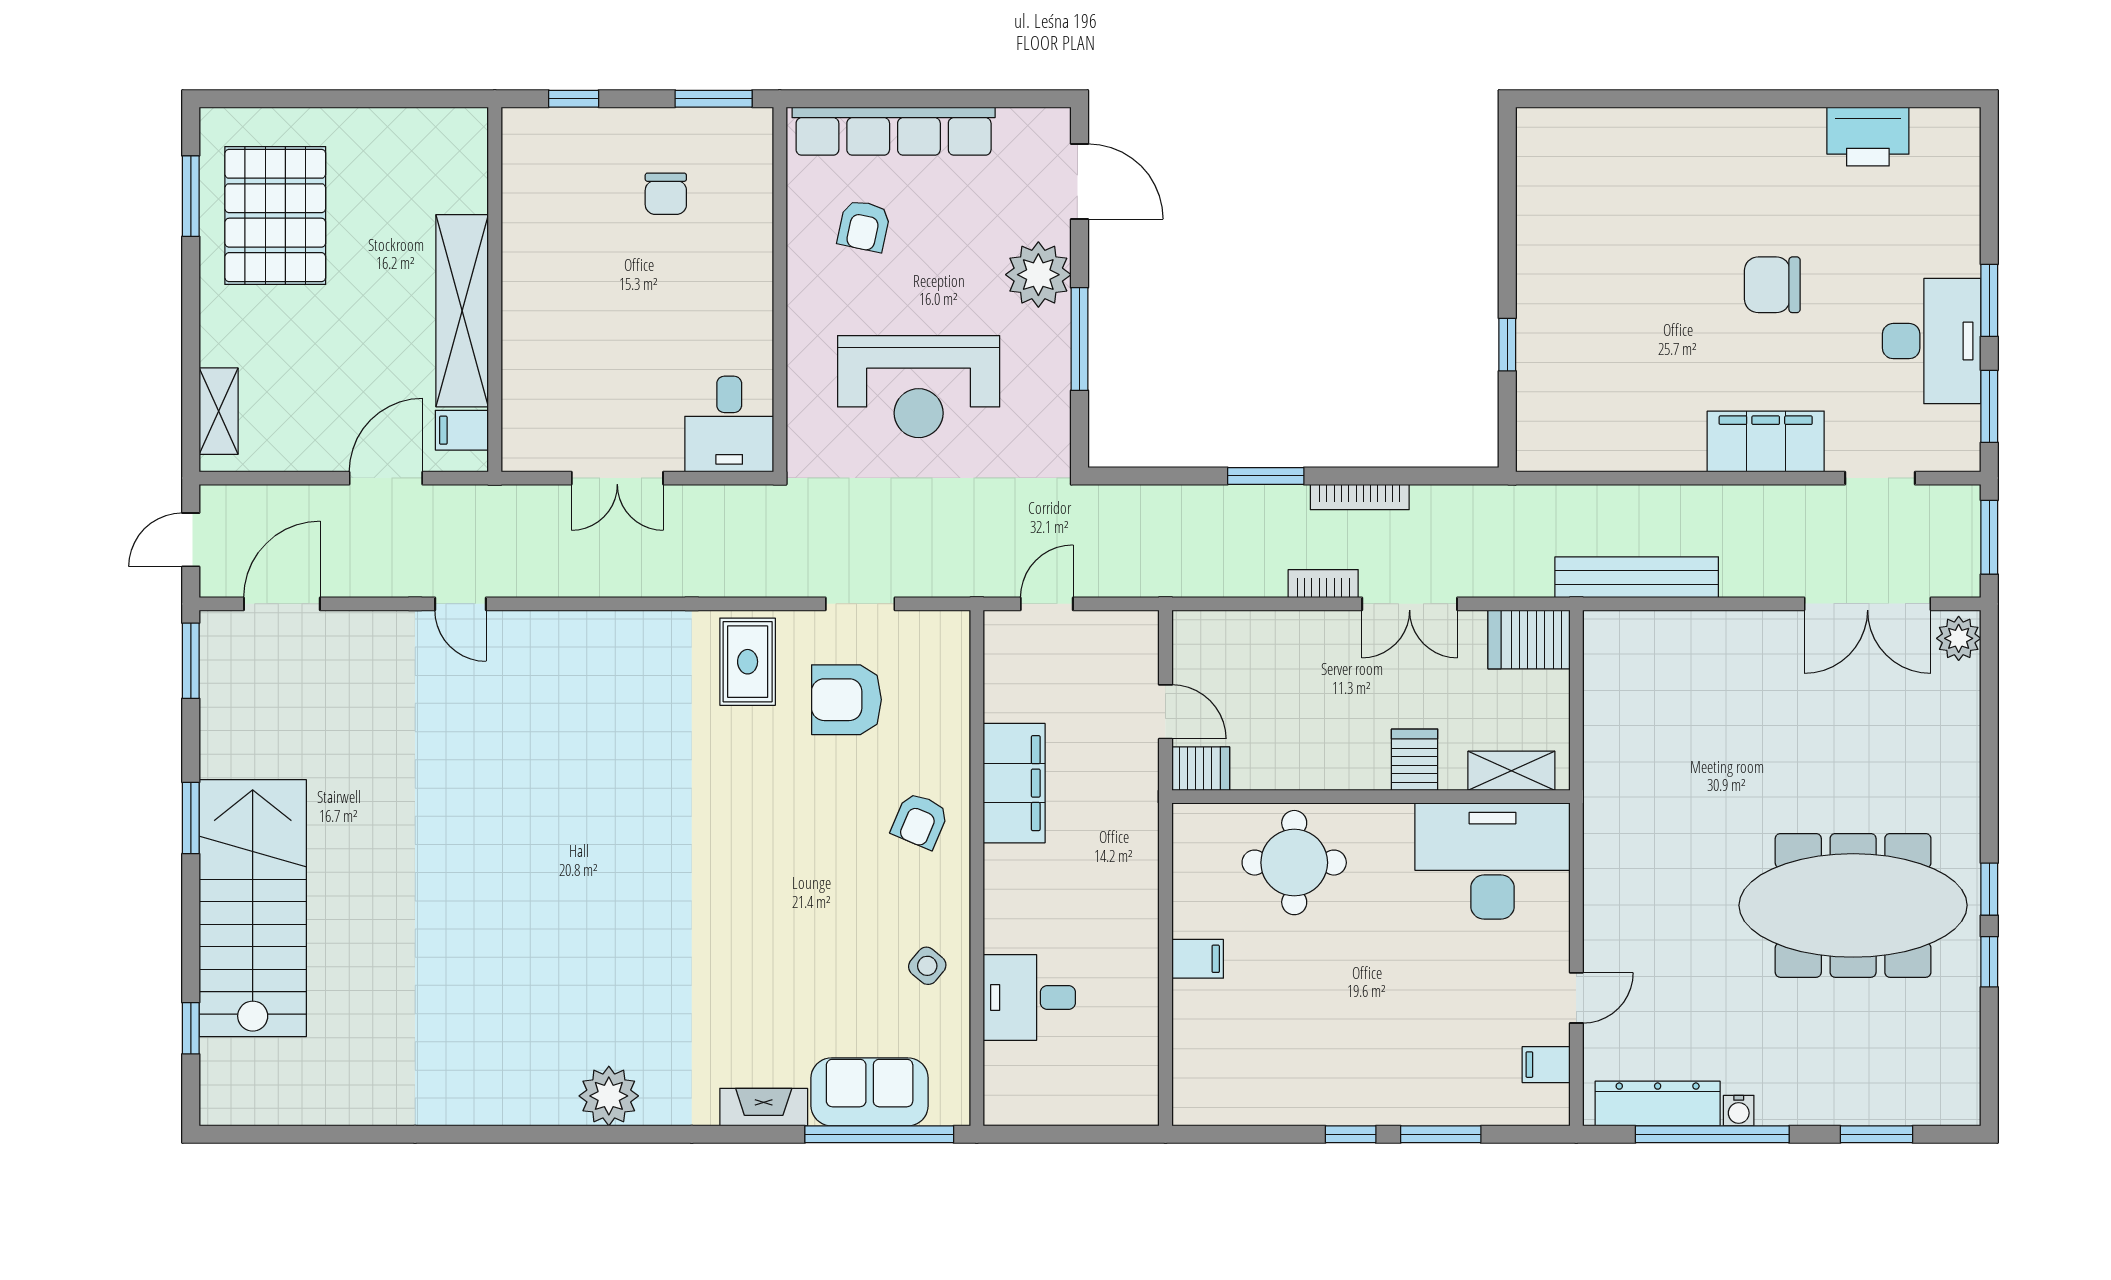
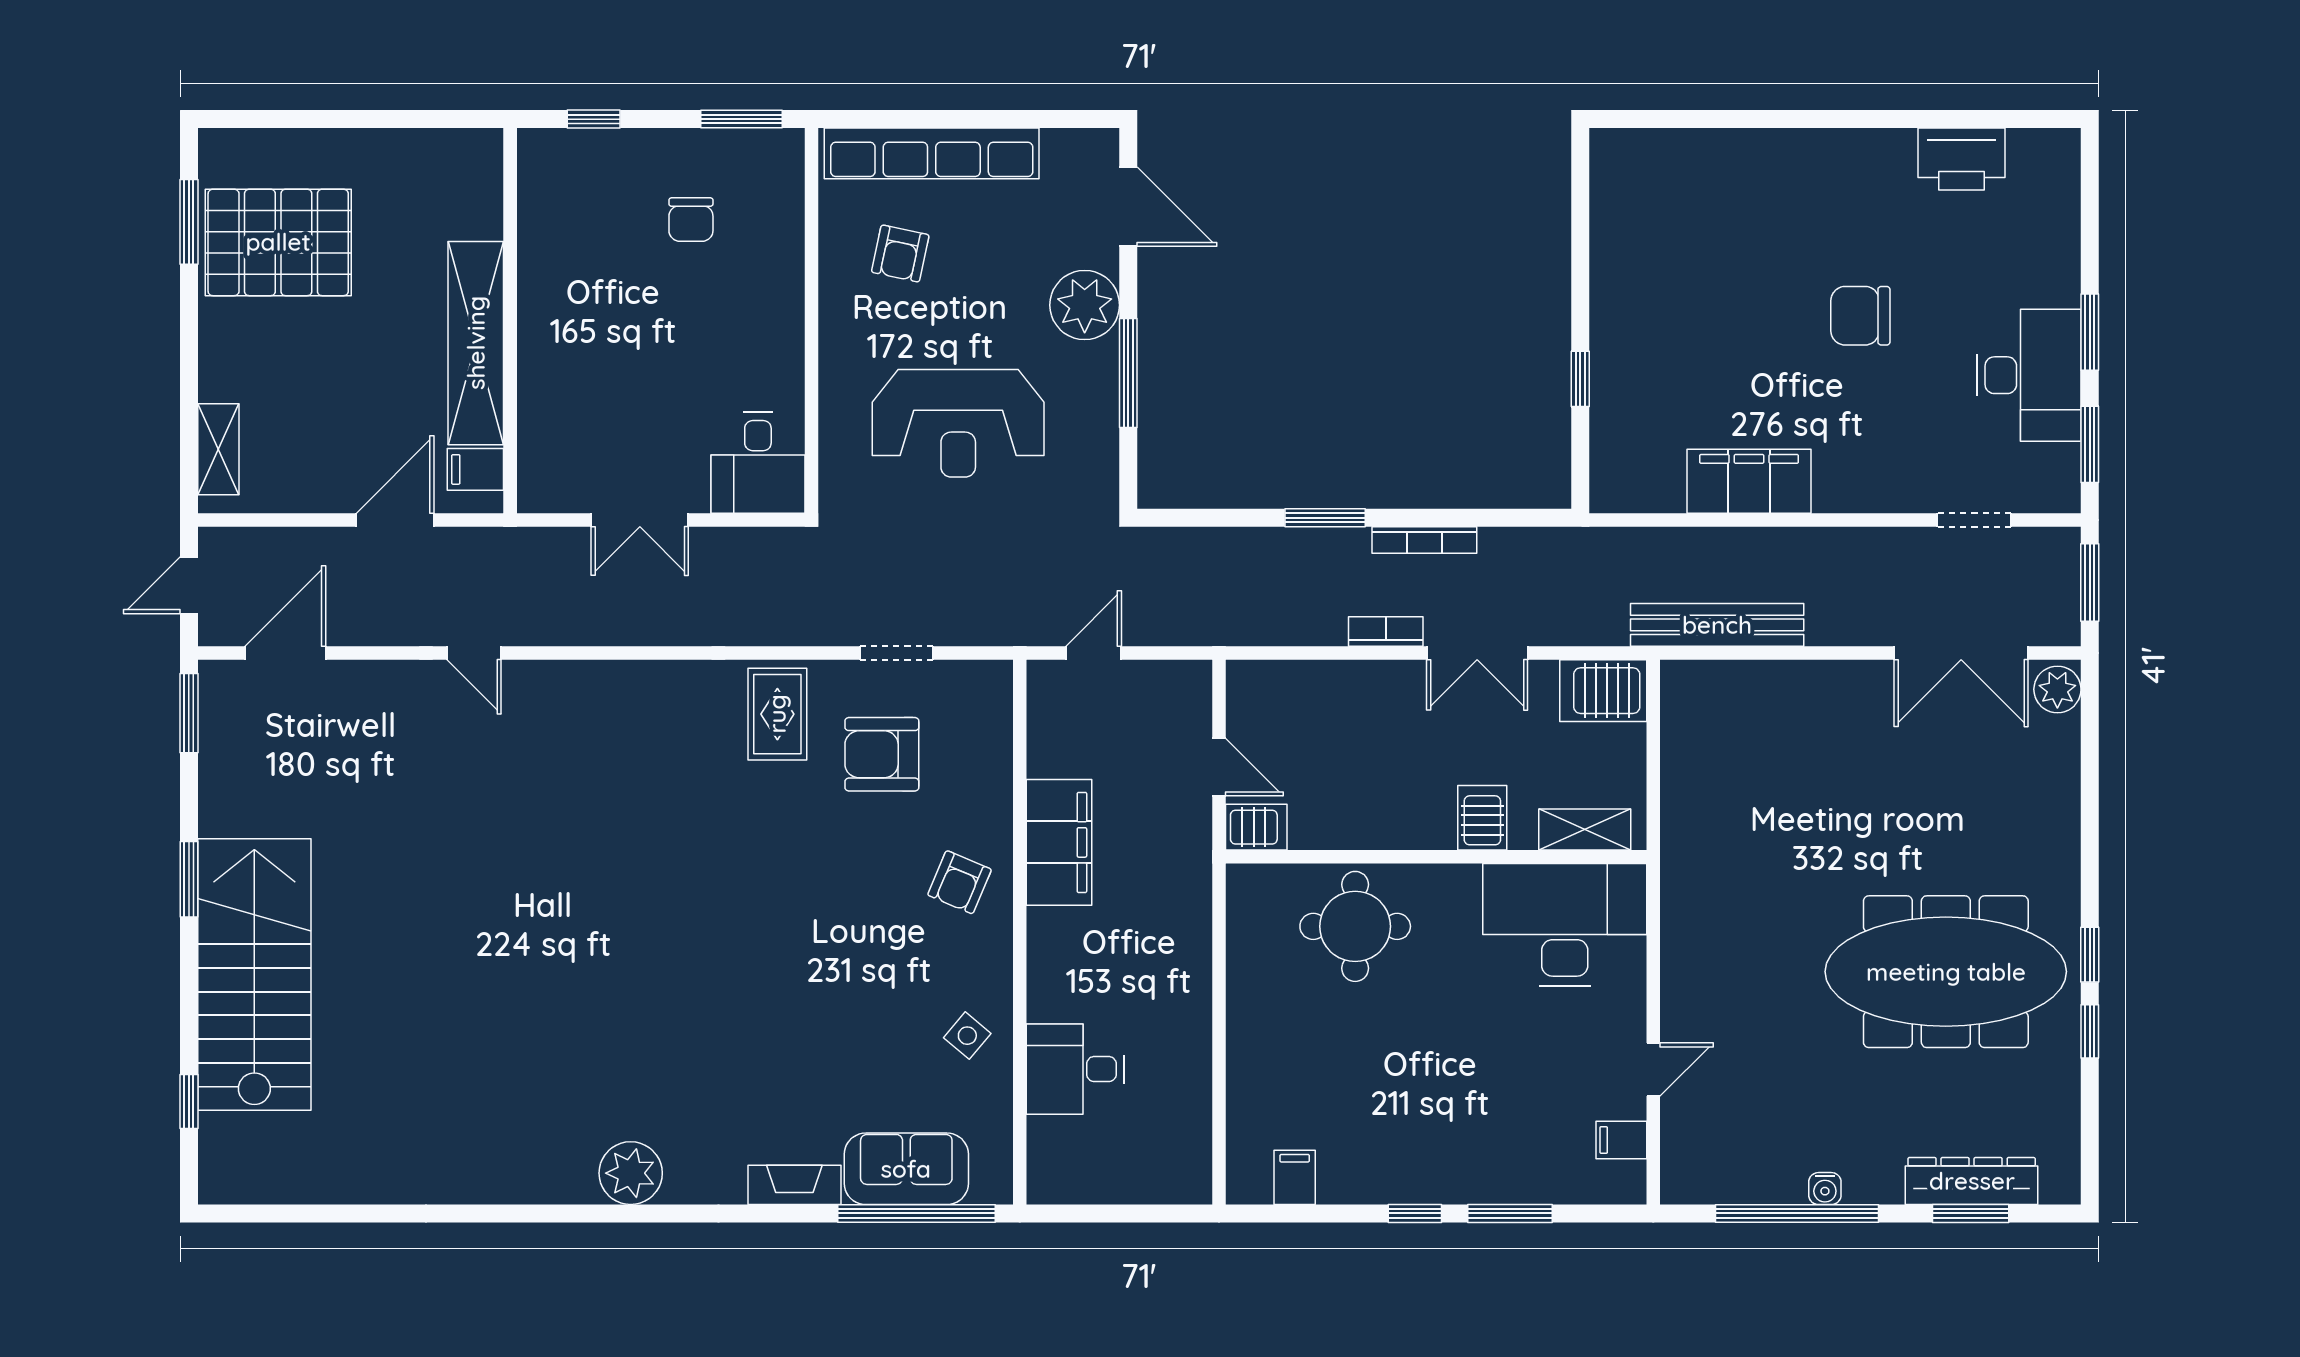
pallet: (275, 215) -> (278, 242), turned 90
filing cabinet: (1766, 441) -> (1749, 481), moved
filing cabinet: (1198, 959) -> (1295, 1177), moved, turned -90
dresser: (1658, 1103) -> (1972, 1181), moved

